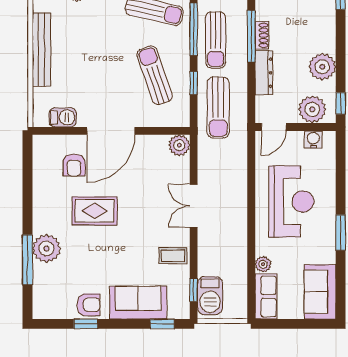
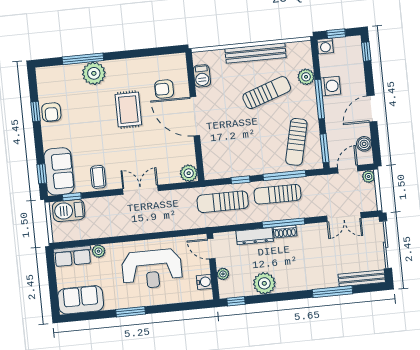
sun lounger: (155, 75) -> (267, 93), moved
plant: (312, 109) -> (223, 274), width x0.53, depth x0.53
sofa: (138, 303) -> (59, 171), moved

